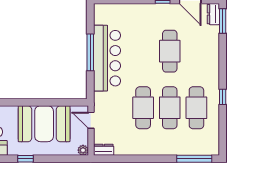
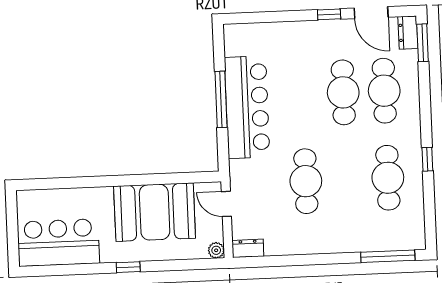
cafe table: (170, 108) -> (384, 91), moved

